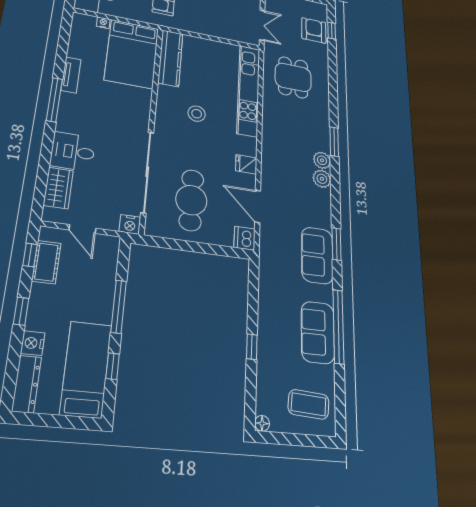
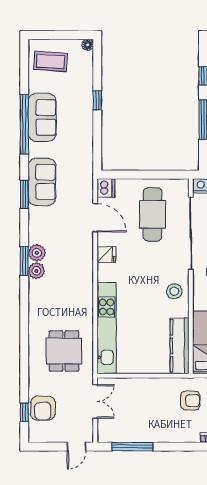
double door: (262, 25) -> (95, 401), swing flipped
stool: (197, 114) -> (174, 291), moved
window: (334, 142) -> (24, 261), moved

